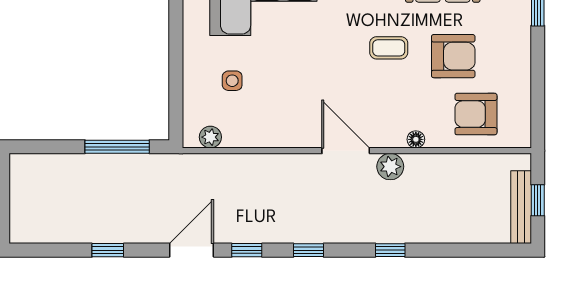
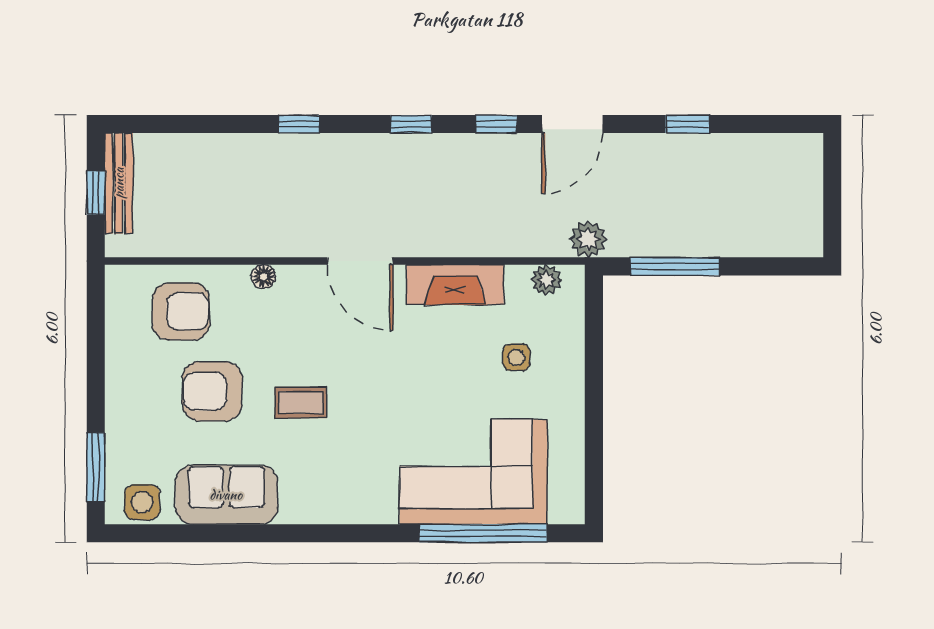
fireplace: (277, 134) -> (455, 285), added
plant: (390, 167) -> (588, 239), moved

